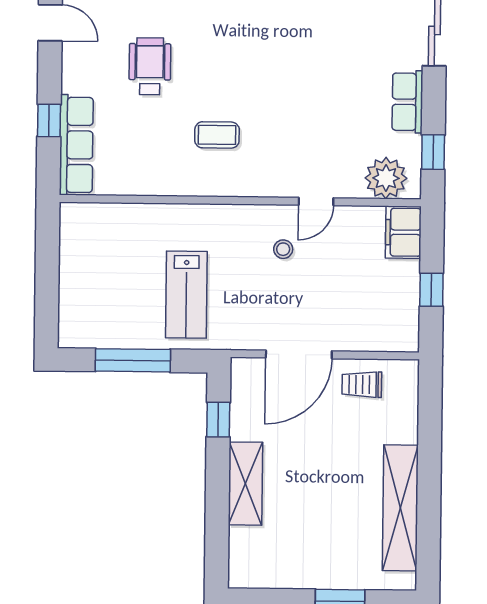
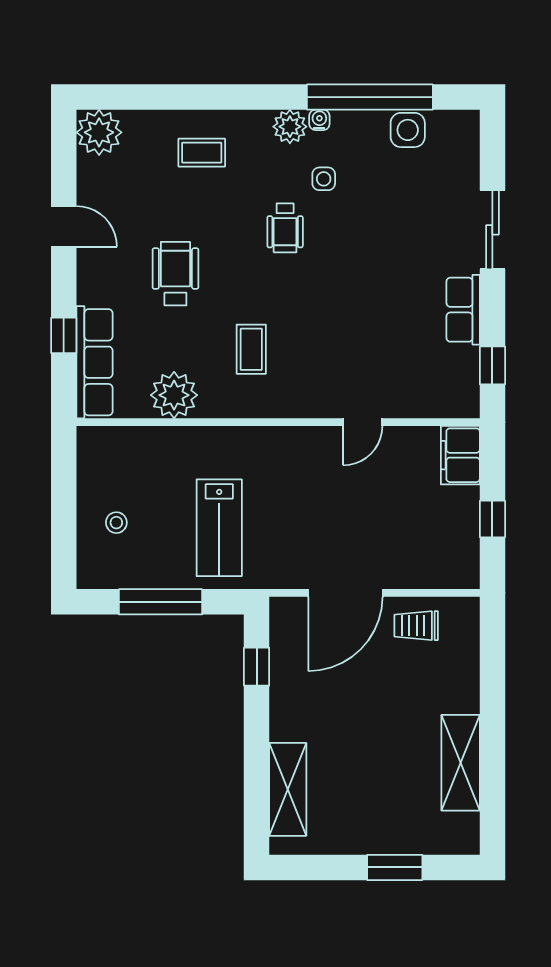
wheelchair: (249, 26) -> (285, 228), added
coffee table: (217, 135) -> (251, 349), turned 90
plant: (386, 178) -> (174, 395), moved
stool: (283, 249) -> (116, 523), moved
shelving: (245, 484) -> (288, 789), moved
shelving: (400, 508) -> (461, 763), width x0.68

